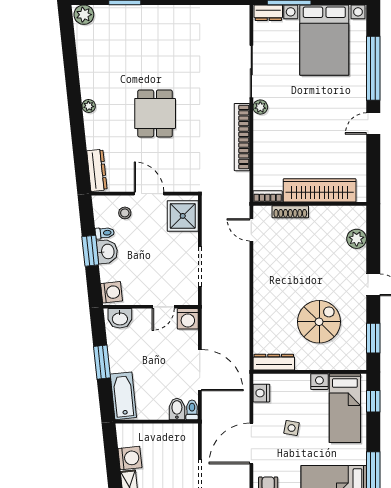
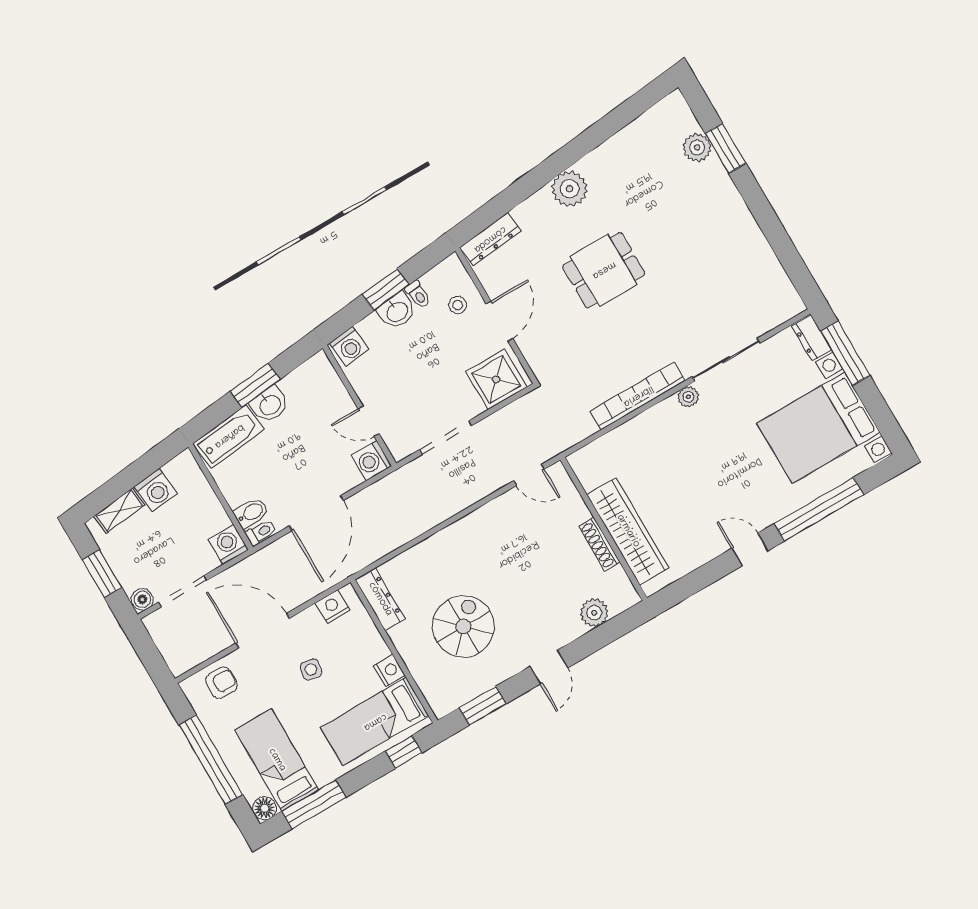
plant: (84, 15) -> (697, 147), moved
plant: (89, 106) -> (570, 189), width x1.88, depth x1.88
bookcase: (268, 196) -> (582, 471), removed
shoe rack: (290, 212) -> (599, 544), moved
door: (251, 230) -> (529, 475), swing flipped
washbasin: (120, 318) -> (270, 404), moved, turned -96
spiral stairs: (319, 322) -> (463, 626), turned -90
washing machine: (188, 434) -> (228, 544), added

